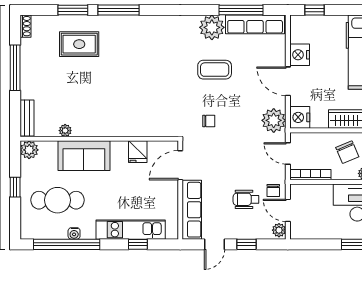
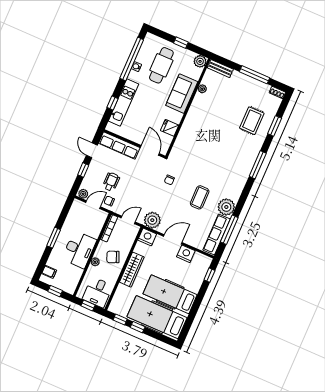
window: (118, 10) -> (258, 165), moved

